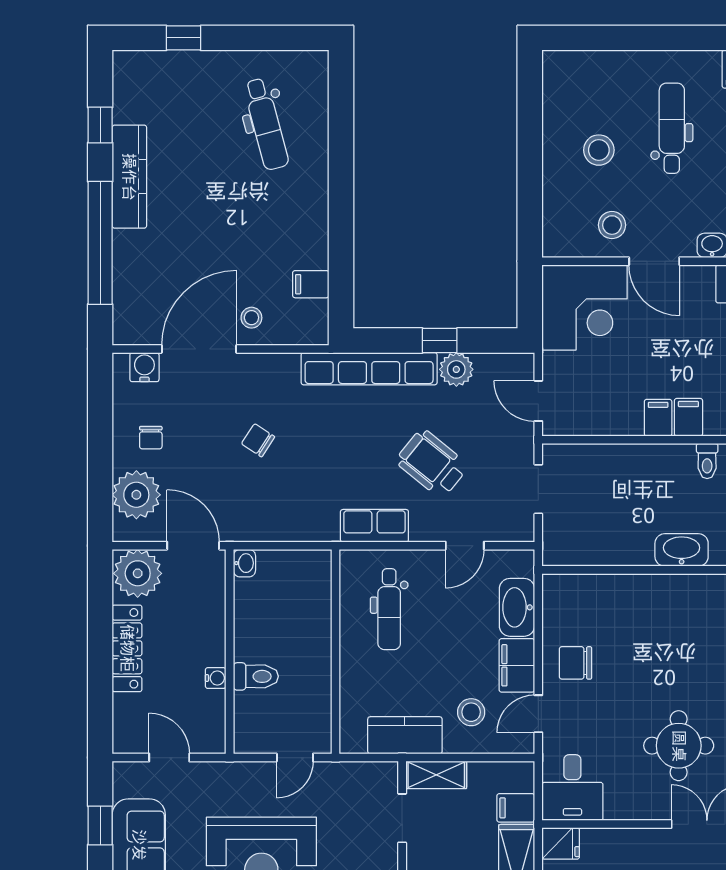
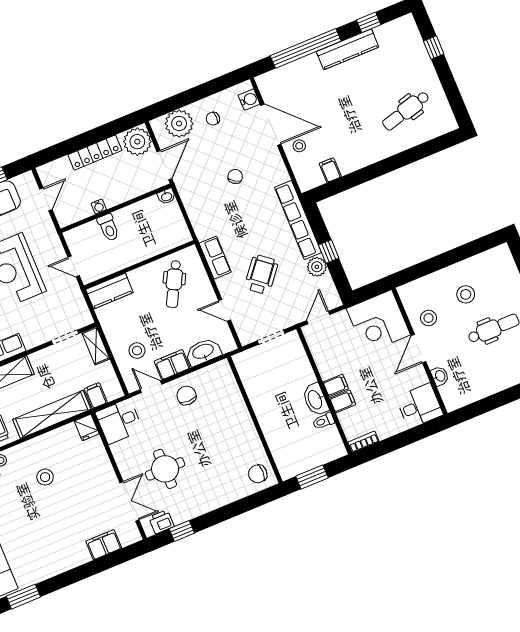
washbasin: (682, 550) -> (315, 399), moved, turned 180
dental chair: (389, 609) -> (174, 284), turned -62
kitchen counter: (405, 735) -> (109, 291), moved, turned 90

